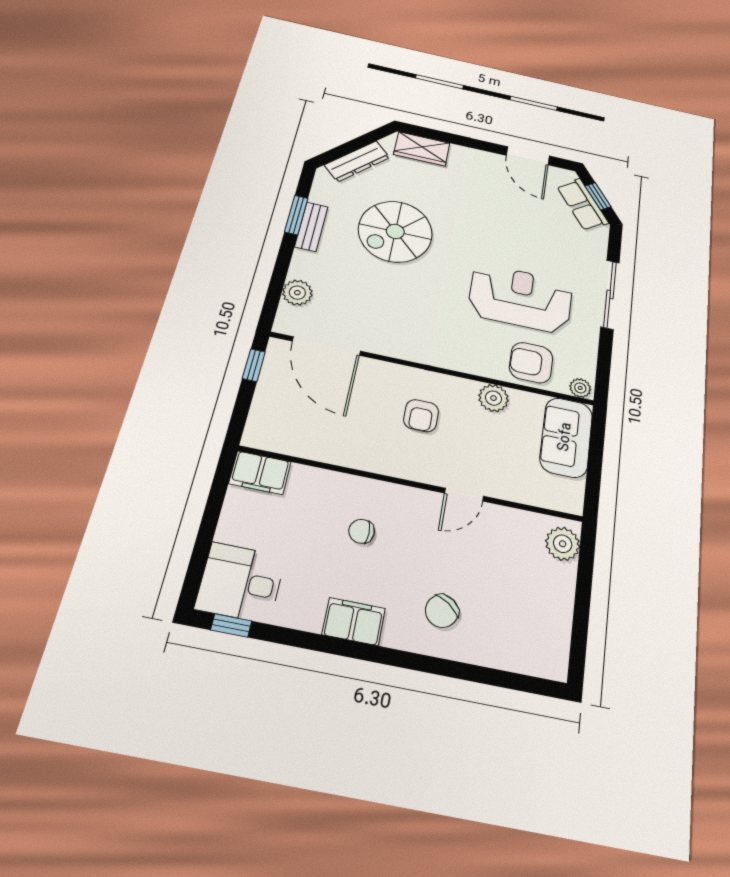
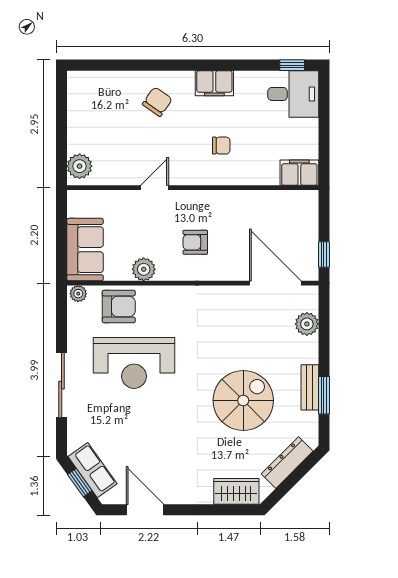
armchair: (421, 416) -> (195, 242), turned -90

